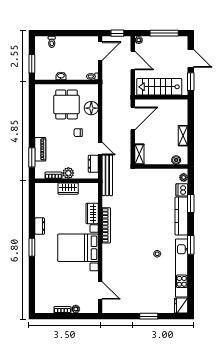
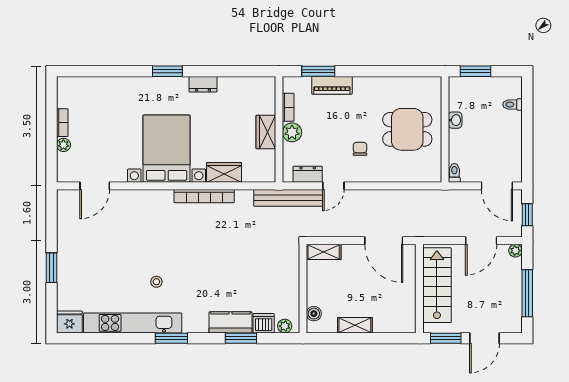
floor lamp: (91, 108) -> (401, 171), removed
kitchen counter: (181, 216) -> (230, 322), width x0.67

